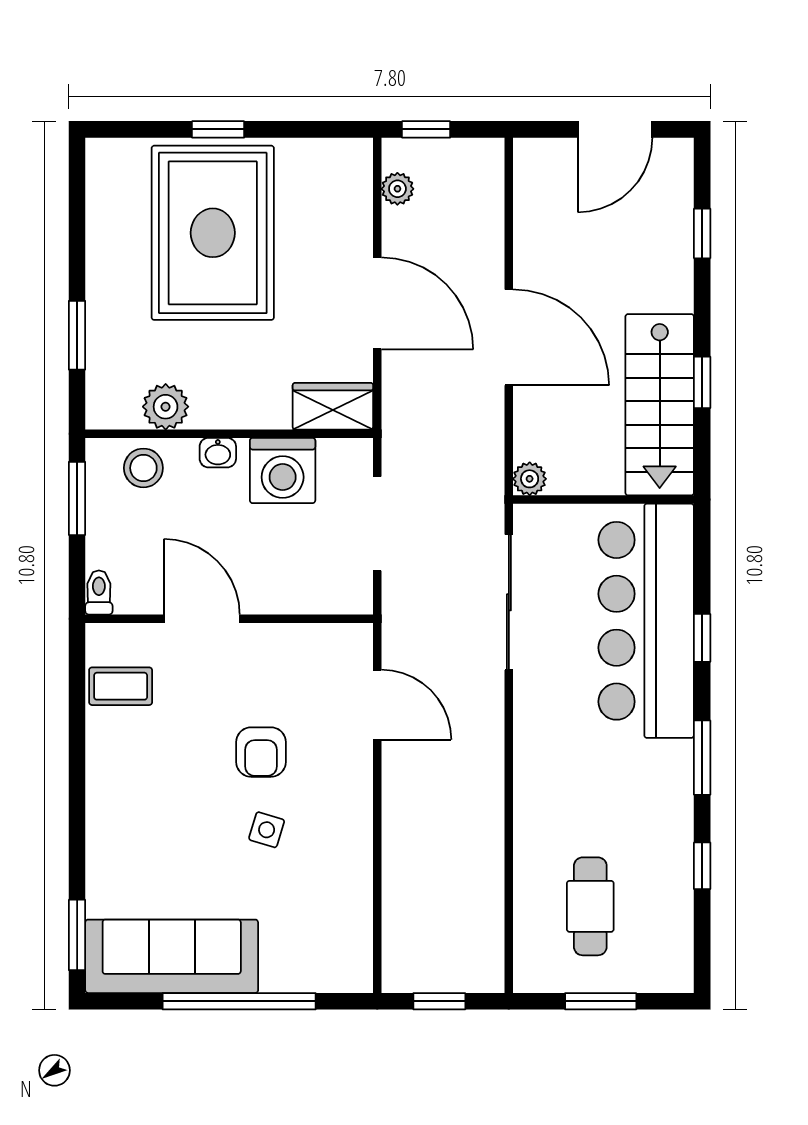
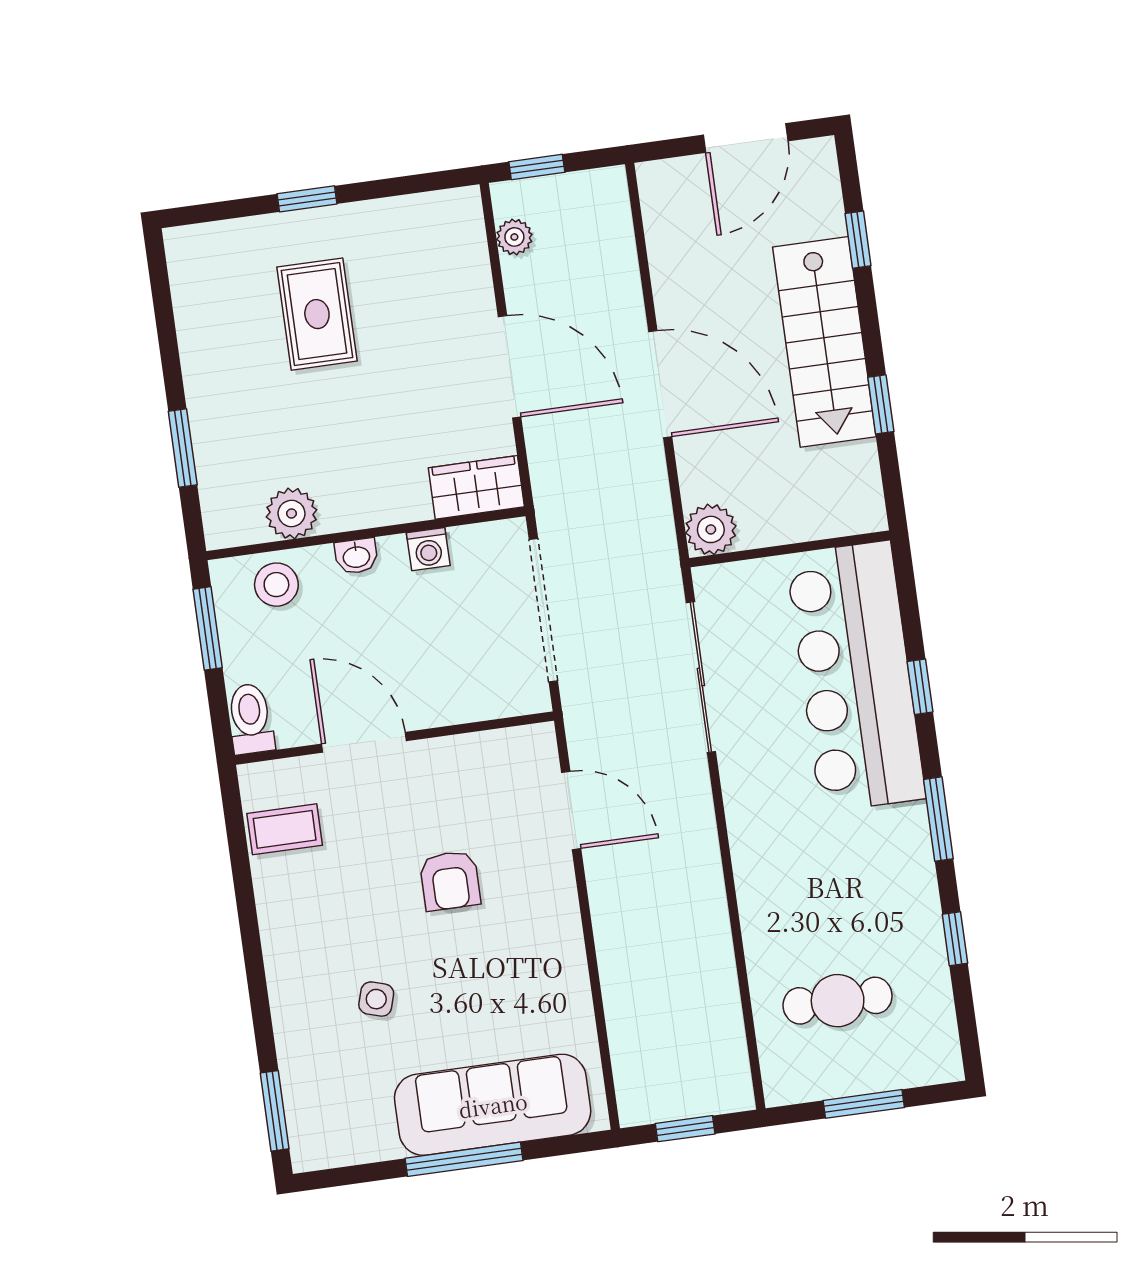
rug: (213, 233) -> (317, 314), width x0.54, depth x0.49
stairs: (660, 405) -> (824, 342), moved
washing machine: (283, 471) -> (428, 549), width x0.53, depth x0.53
plant: (530, 479) -> (711, 529), width x1.38, depth x1.38
doorway: (377, 524) -> (543, 610), width x1.36
toilet: (99, 592) -> (251, 719), width x1.37, depth x1.39
side table: (267, 830) -> (376, 999), moved
cafe table: (590, 906) -> (838, 1001), turned 90
sofa: (172, 956) -> (493, 1105), moved
window: (239, 1001) -> (464, 1159), width x0.68

